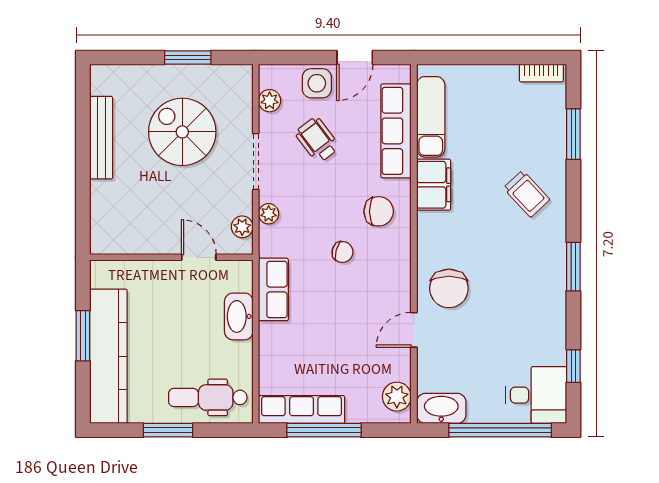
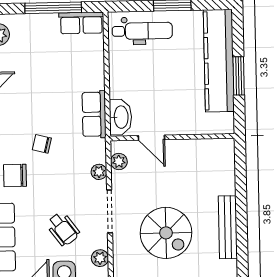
washbasin: (239, 316) -> (120, 117), moved
row of seats: (302, 410) -> (81, 23), width x0.68

